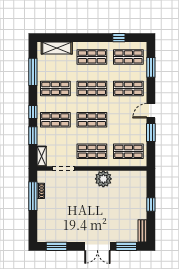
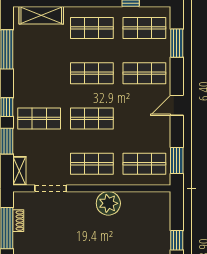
shop shelf: (55, 88) -> (39, 73), removed
window: (151, 133) -> (177, 160), moved

